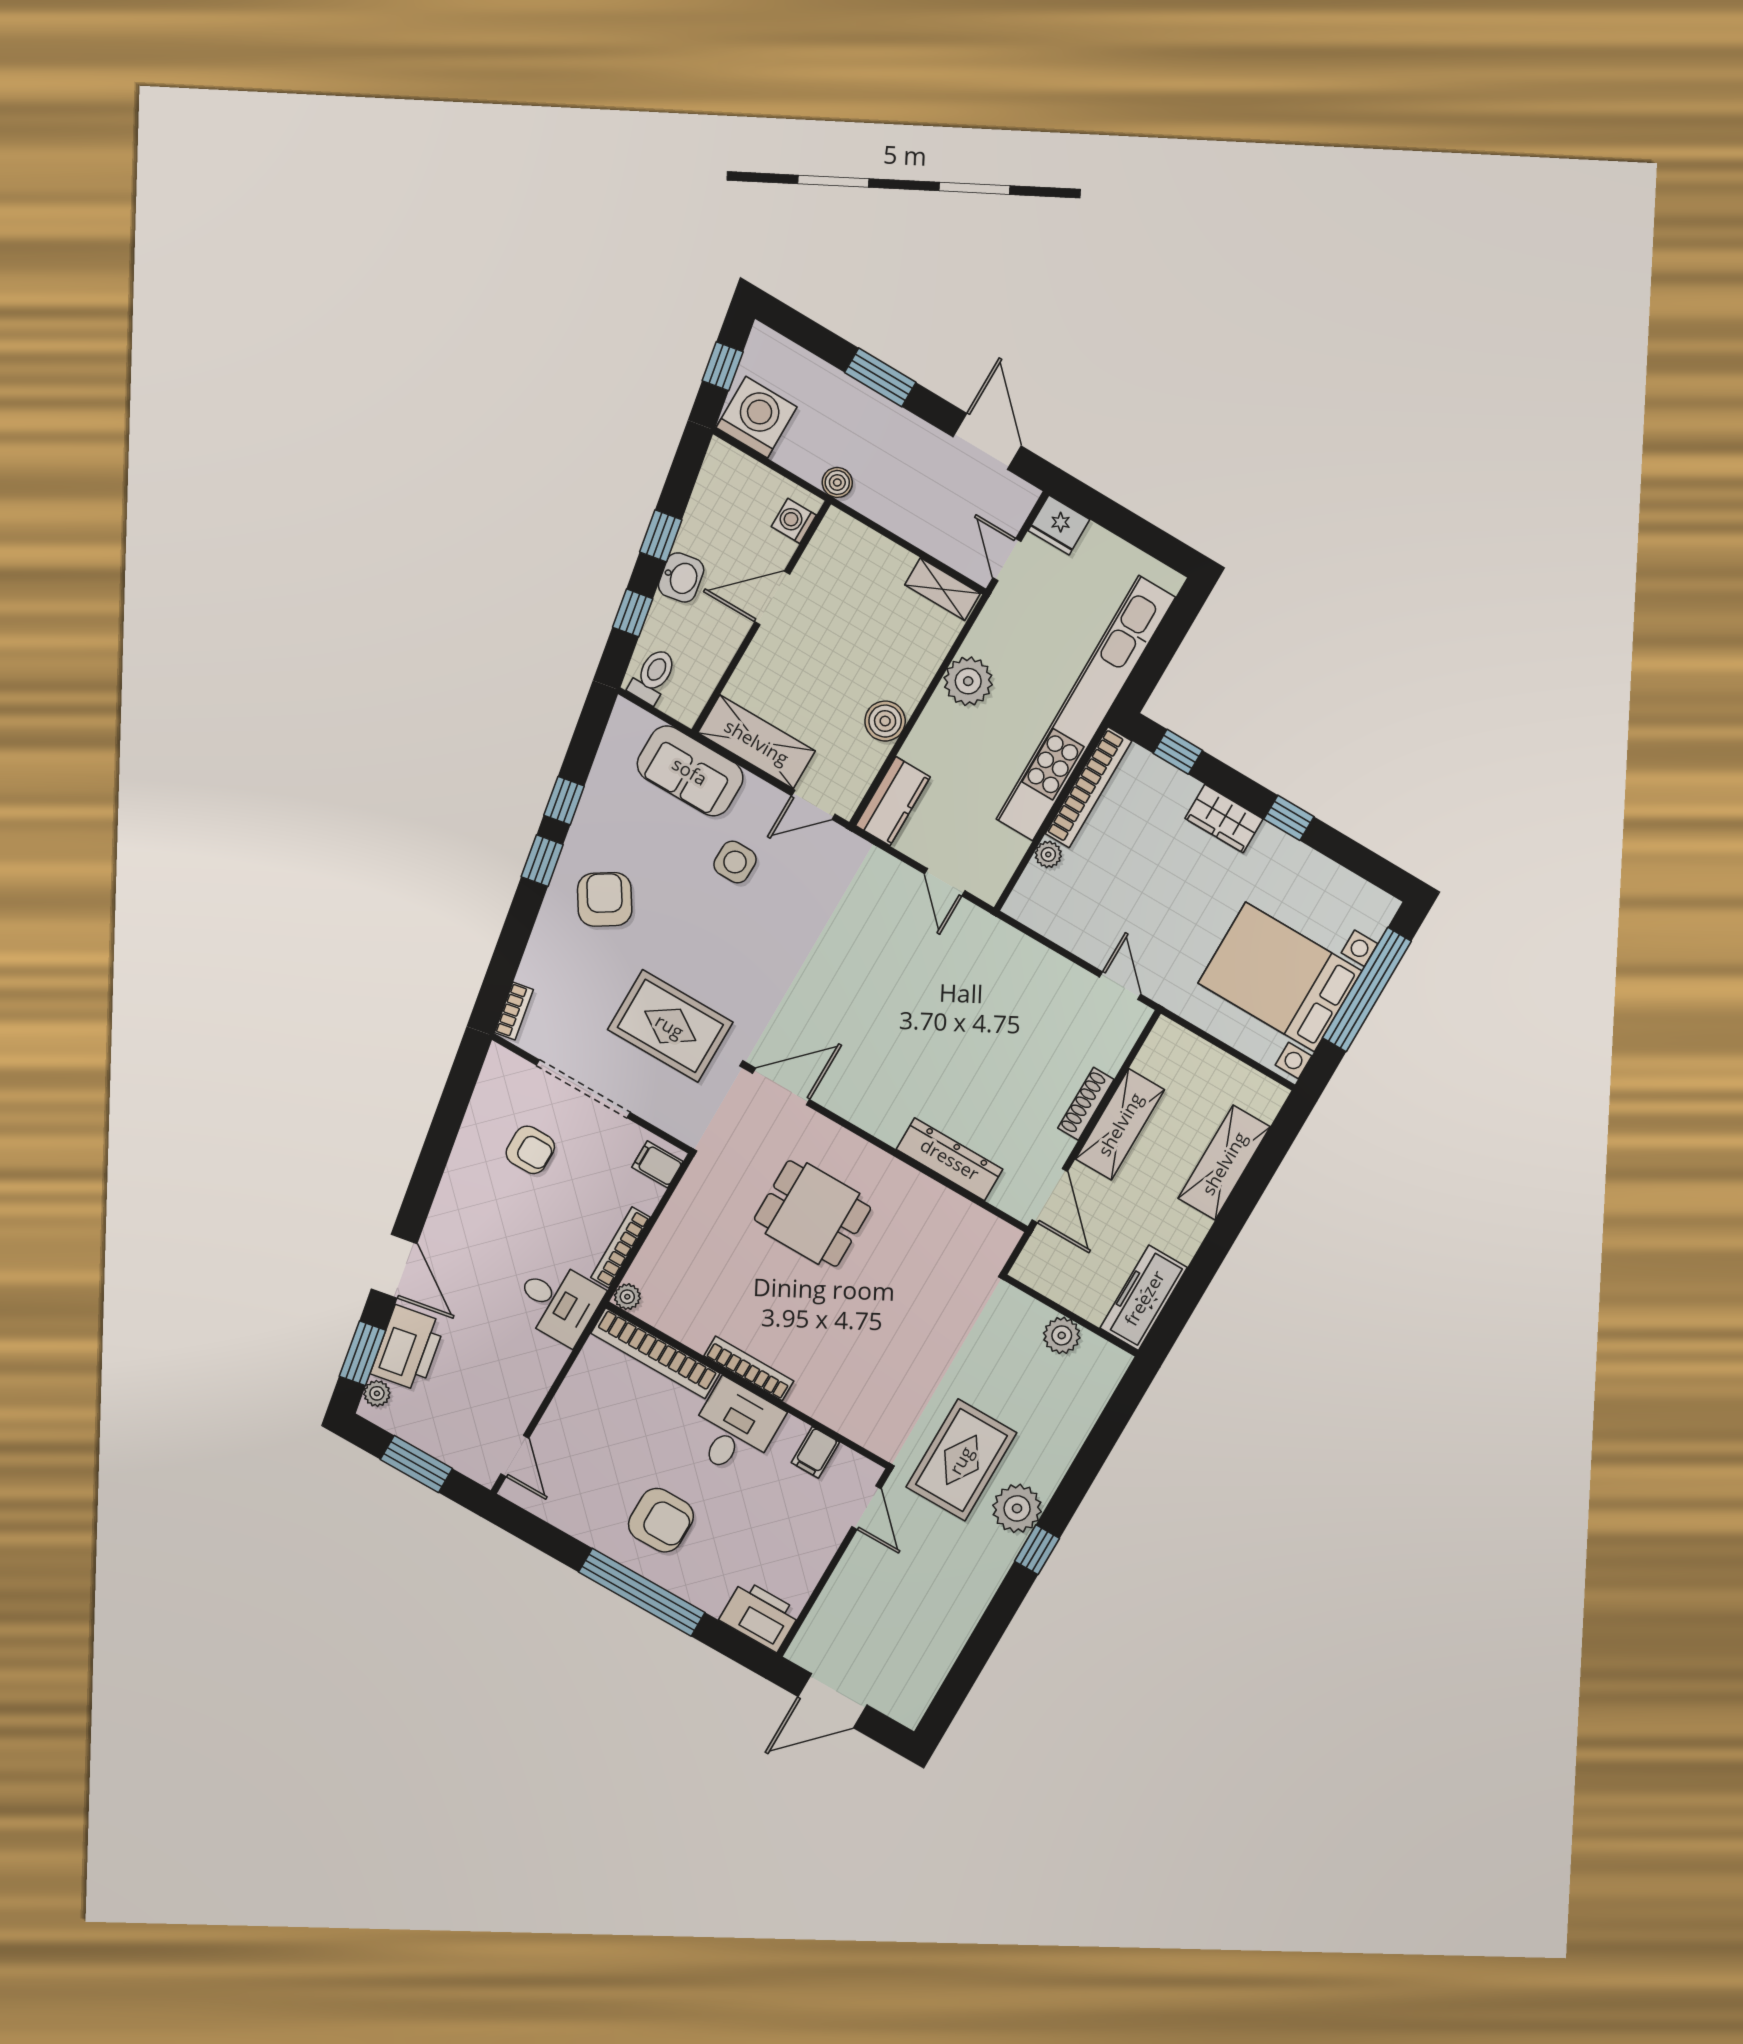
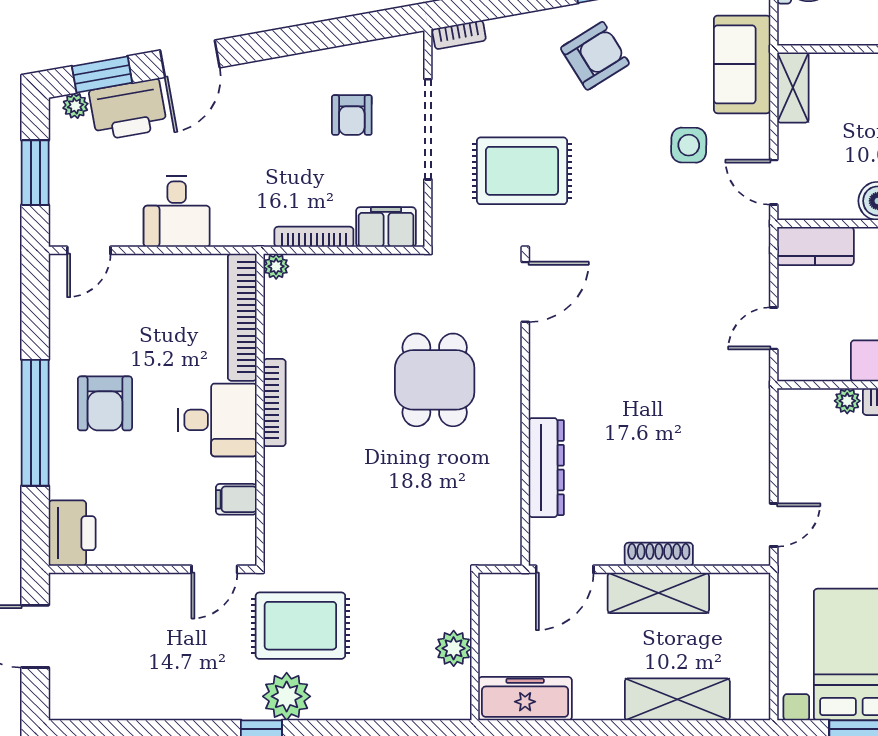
shelving: (757, 742) -> (793, 87), width x0.67, depth x0.75
rug: (670, 1026) -> (522, 171), turned 90
door: (781, 1086) -> (525, 292), hinge flipped
filing cabinet: (657, 1164) -> (386, 227), width x2.00
desk: (558, 1302) -> (177, 211), moved

